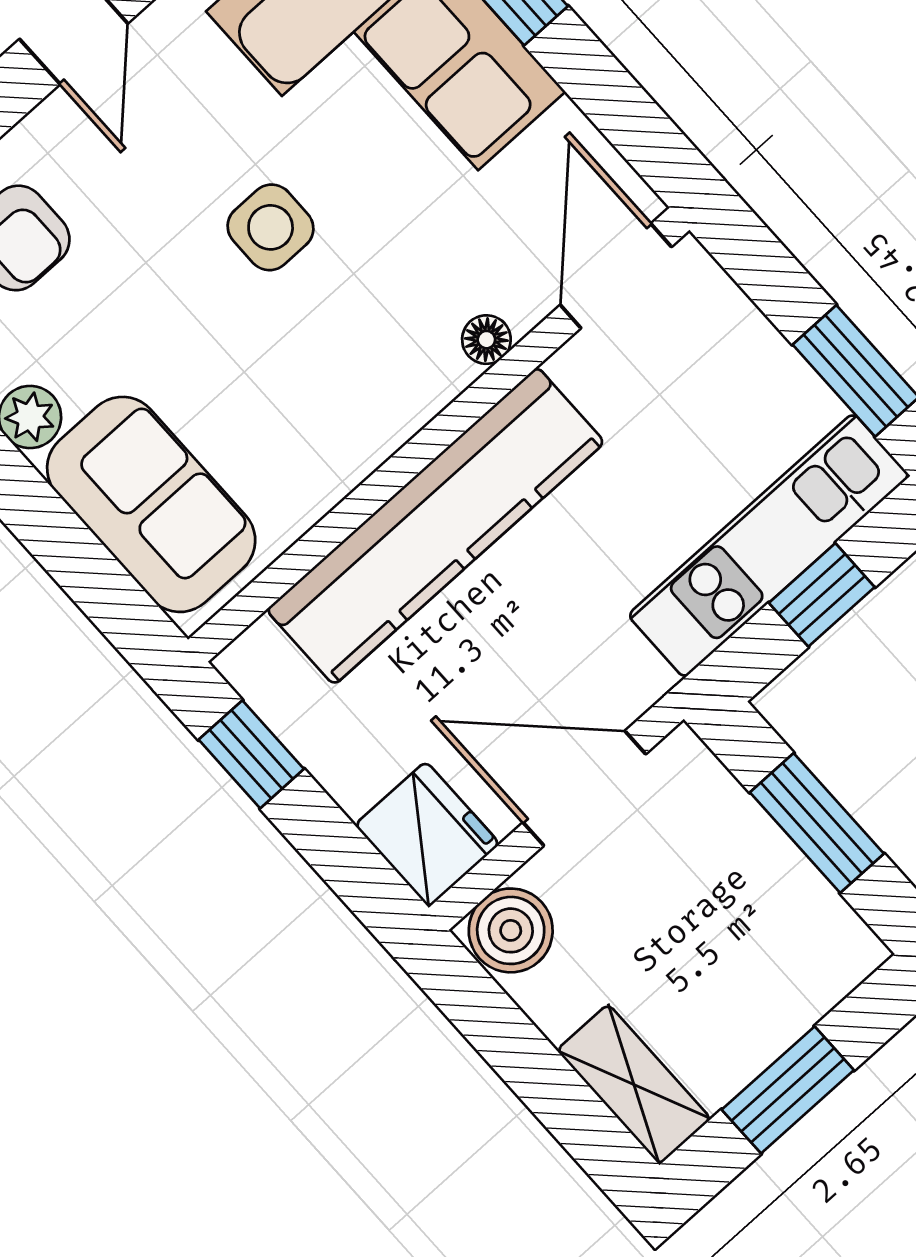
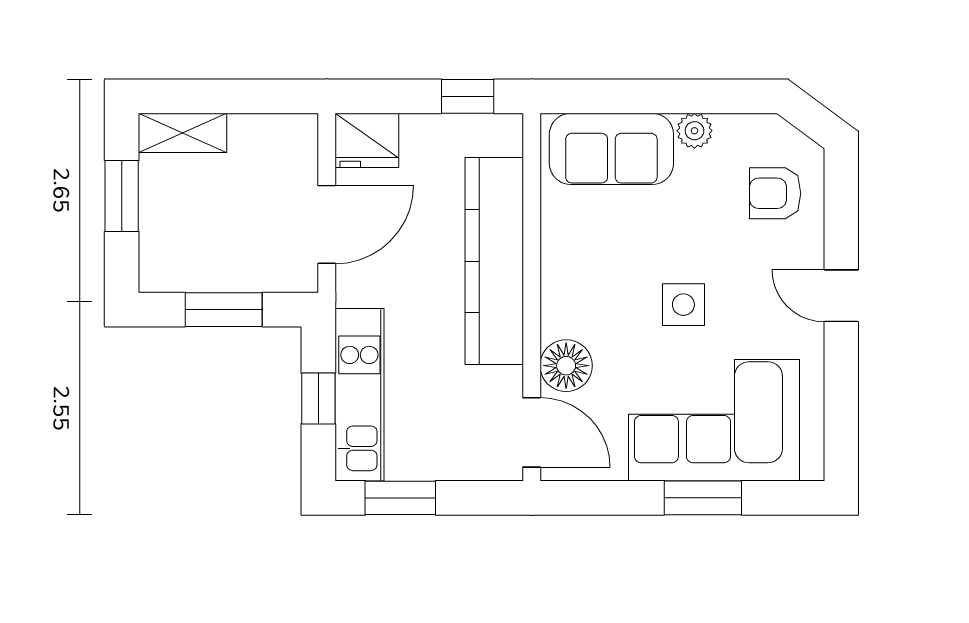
floor lamp: (486, 340) -> (566, 366), width x1.89, depth x1.89
boiler: (511, 930) -> (294, 139), removed

